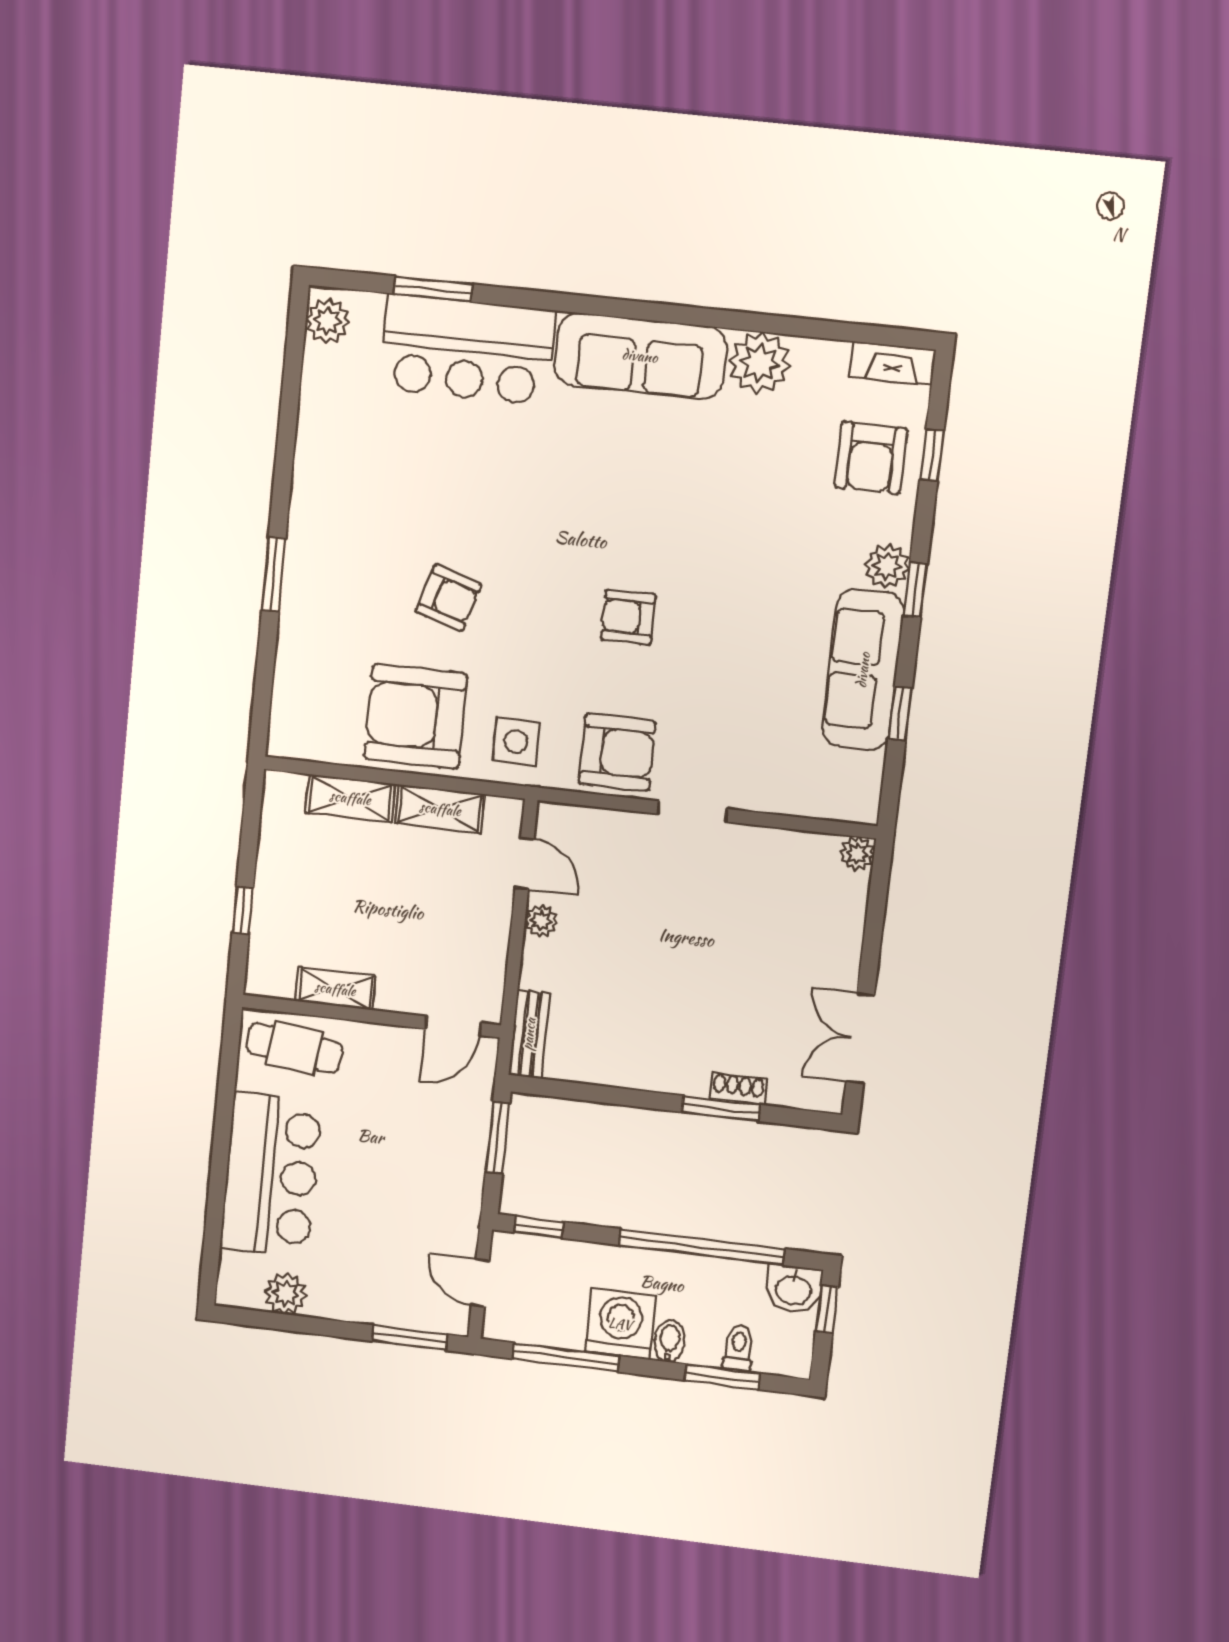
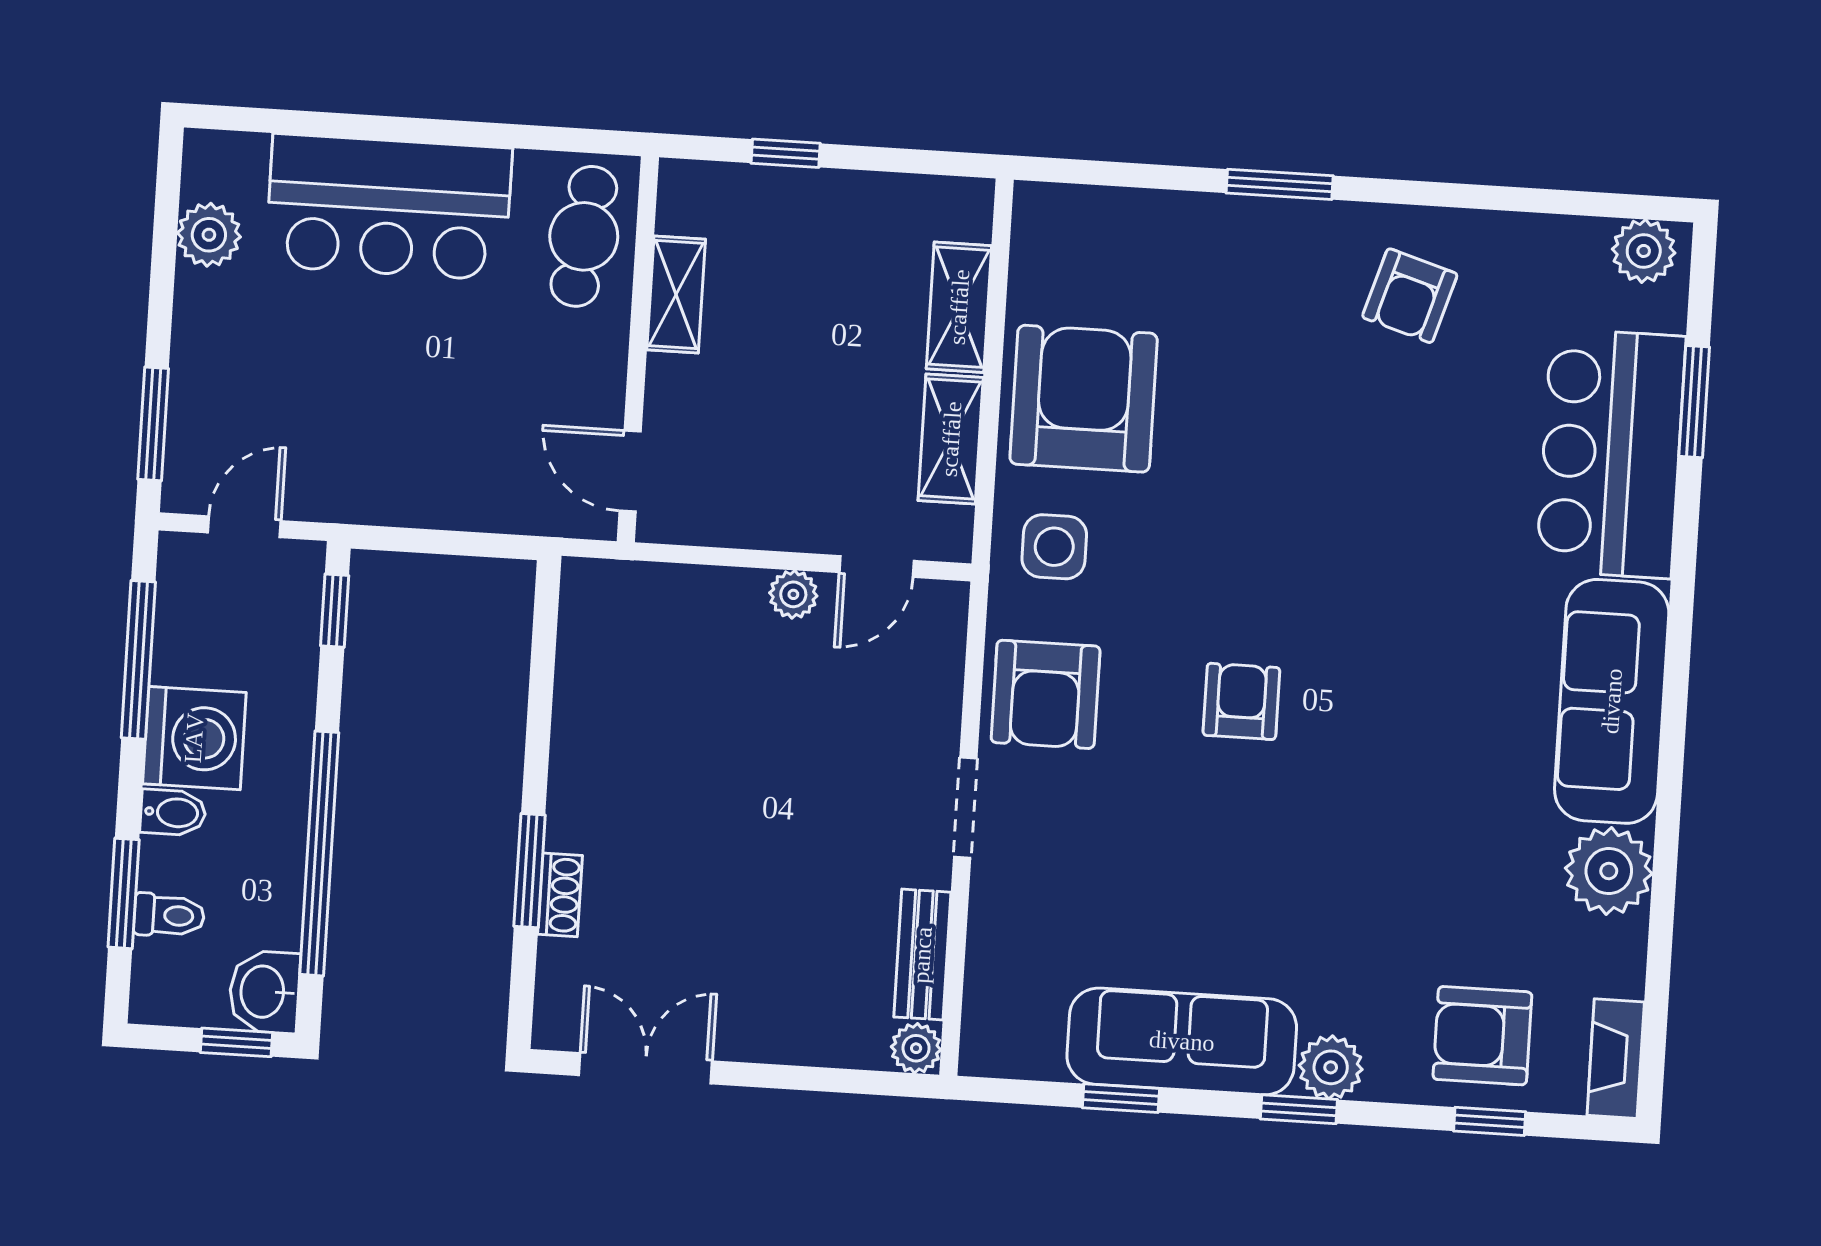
armchair: (449, 598) -> (1410, 296), moved
bench: (529, 1034) -> (922, 955), moved, turned 90
window: (498, 1138) -> (466, 544), removed

